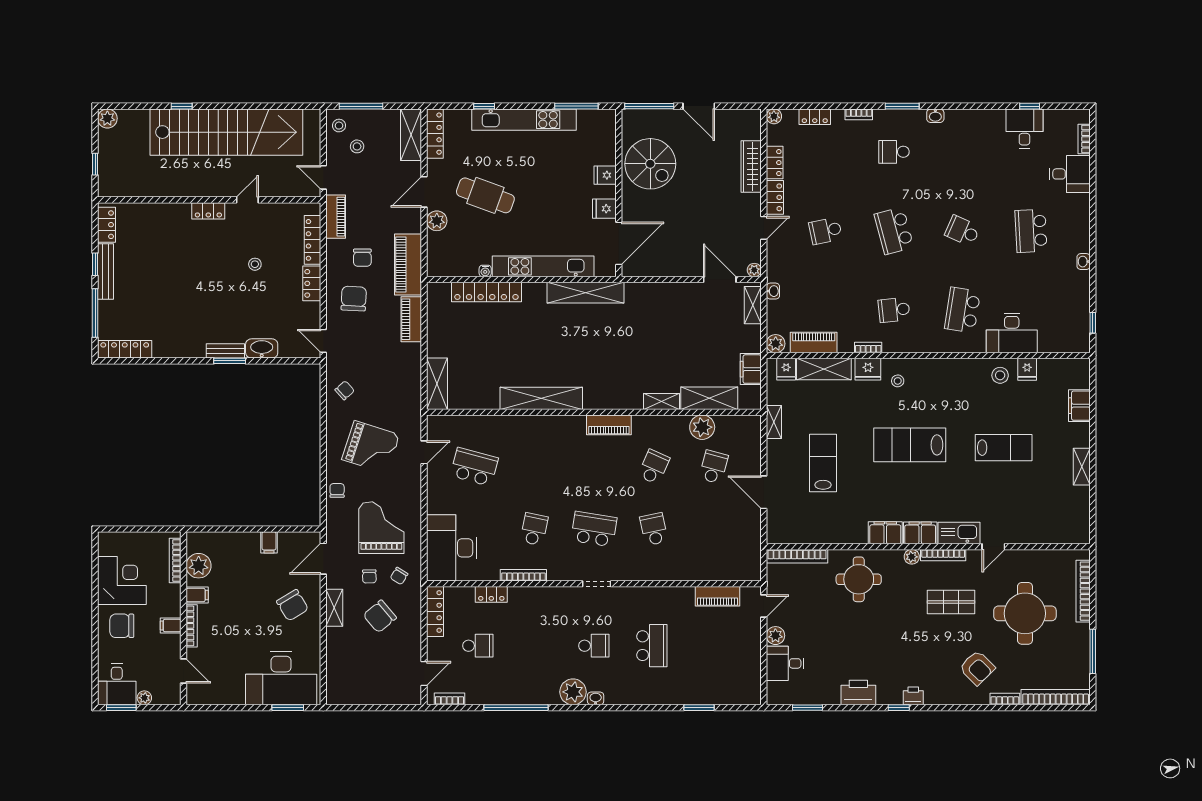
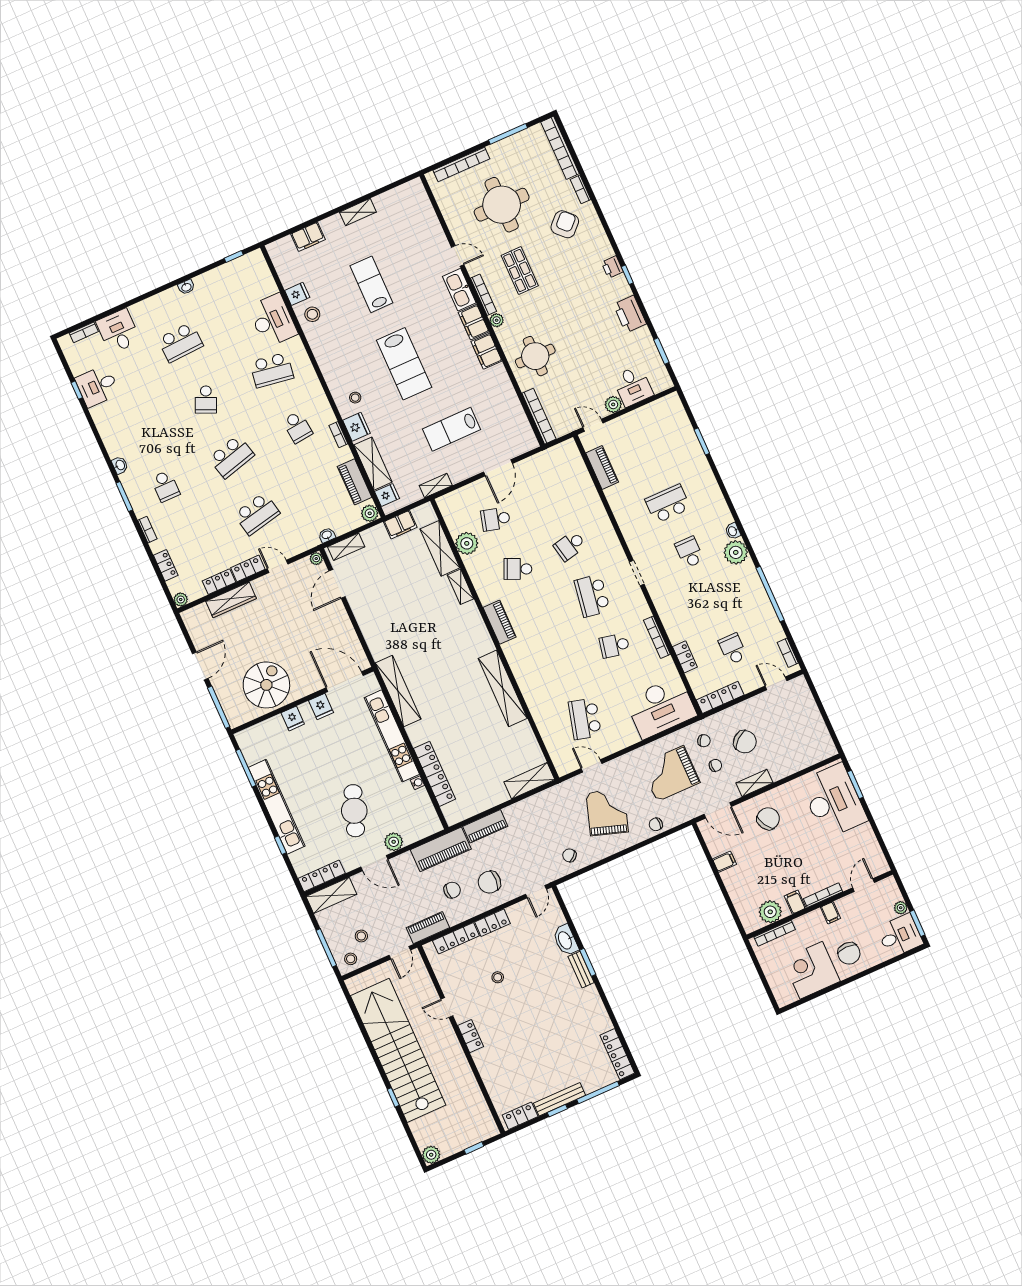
school desk: (826, 231) -> (257, 514), width x1.85

